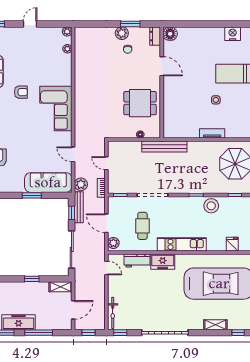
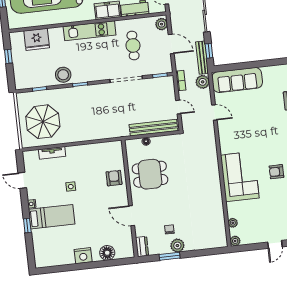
floor lamp: (170, 34) -> (107, 253), moved
nightstand: (233, 34) -> (83, 256), moved
armchair: (174, 103) -> (114, 178), added
corner sofa: (56, 108) -> (240, 177), moved
tv unit: (212, 133) -> (52, 153), moved
bench: (164, 146) -> (153, 128), moved
window: (32, 195) -> (253, 65), removed
fridge: (232, 244) -> (37, 39), width x1.88, depth x1.34

